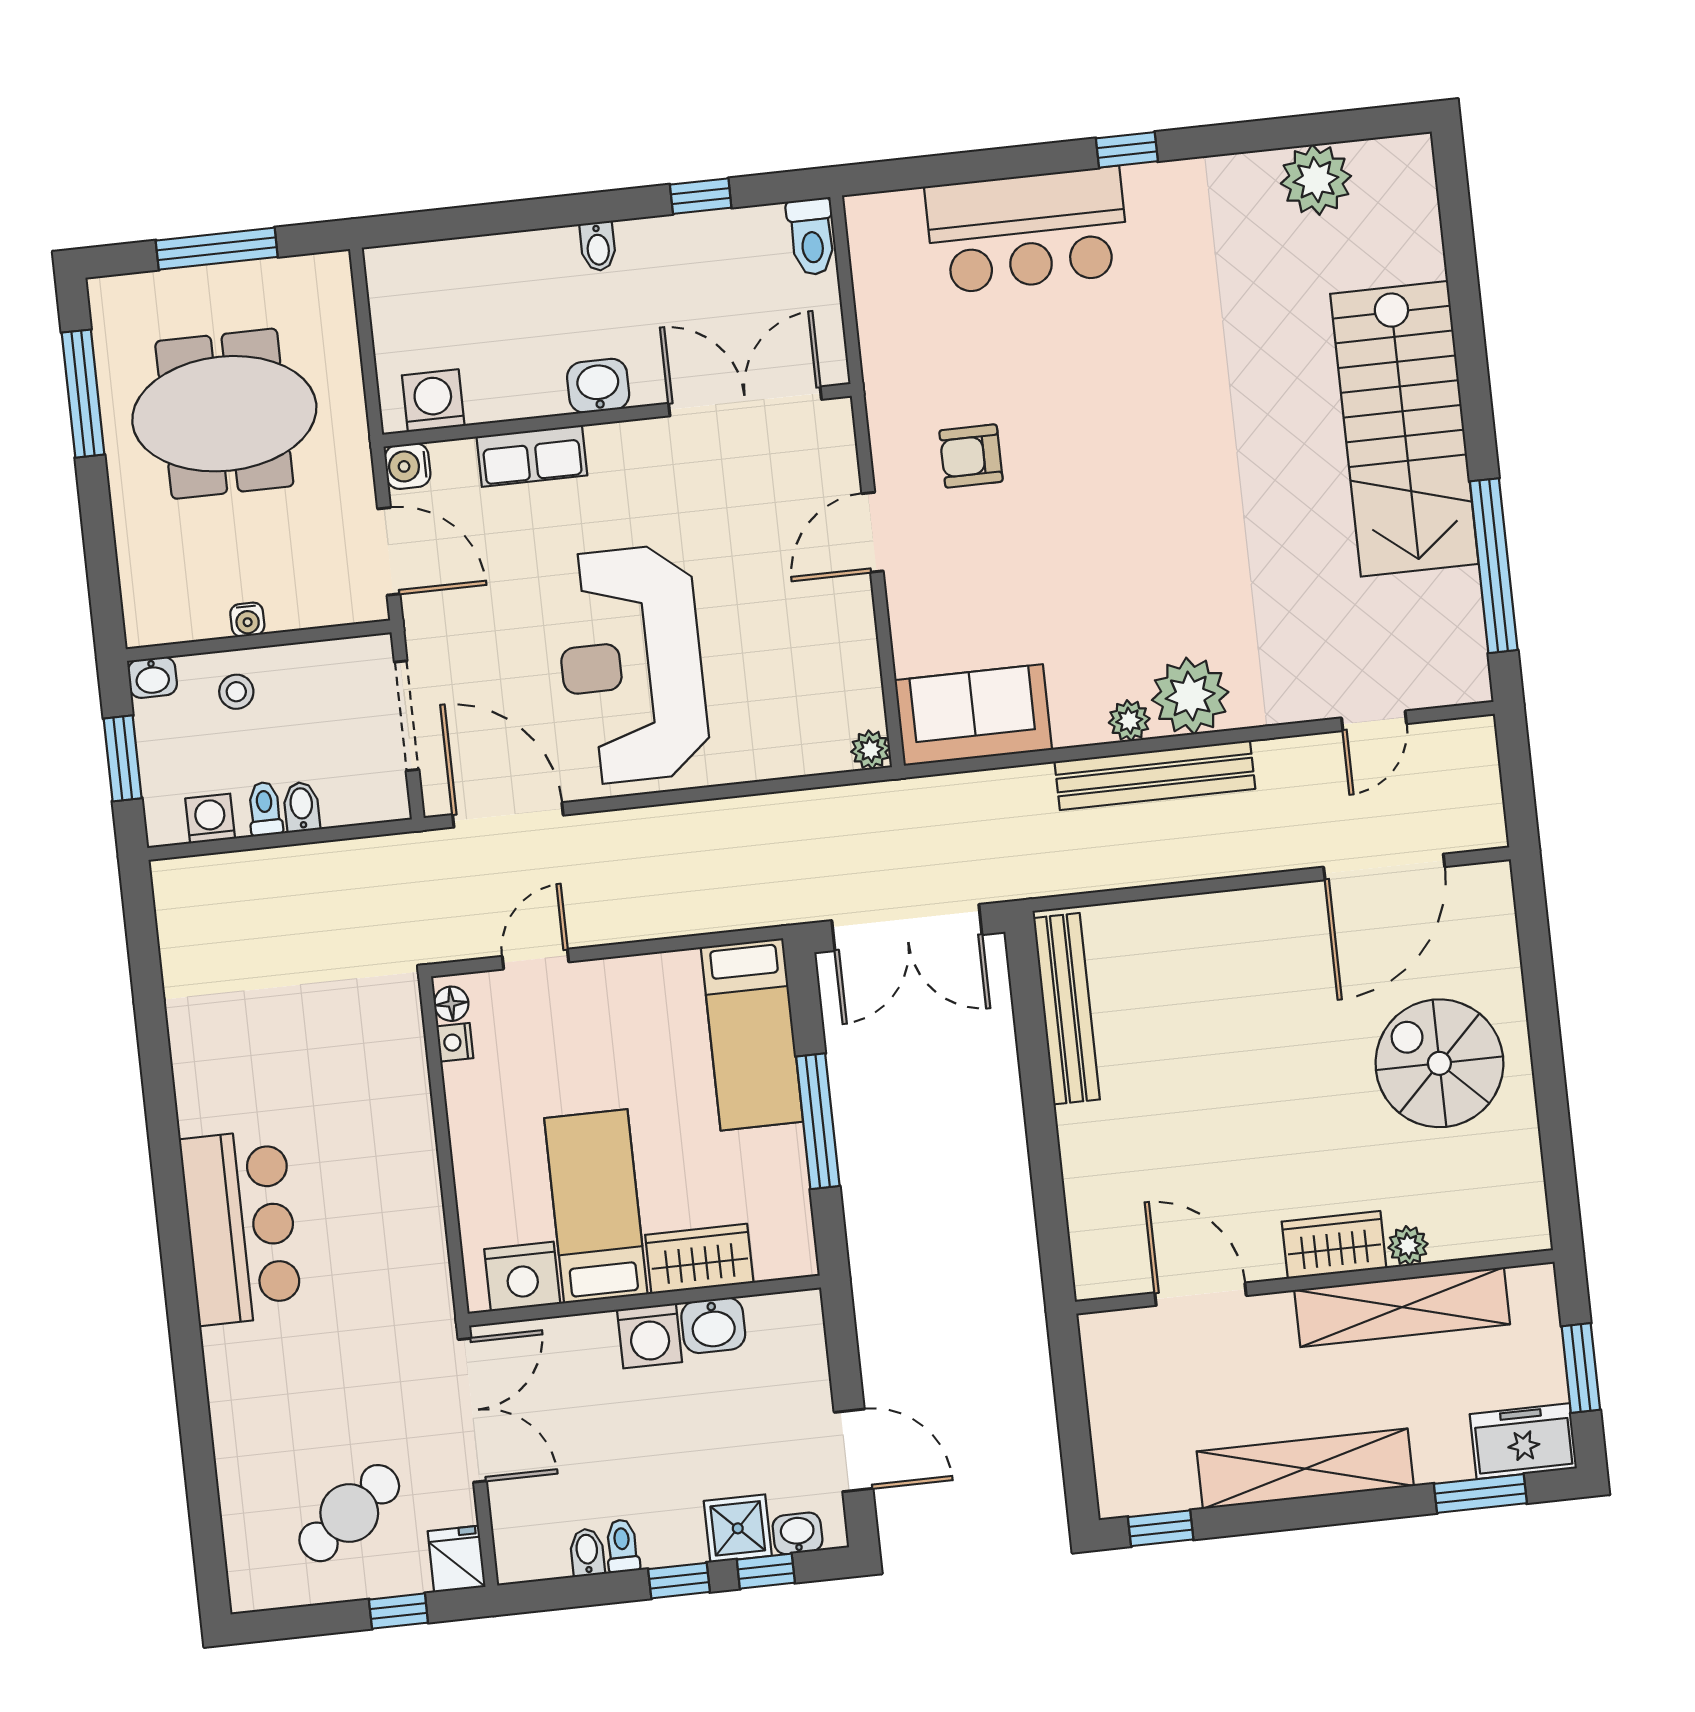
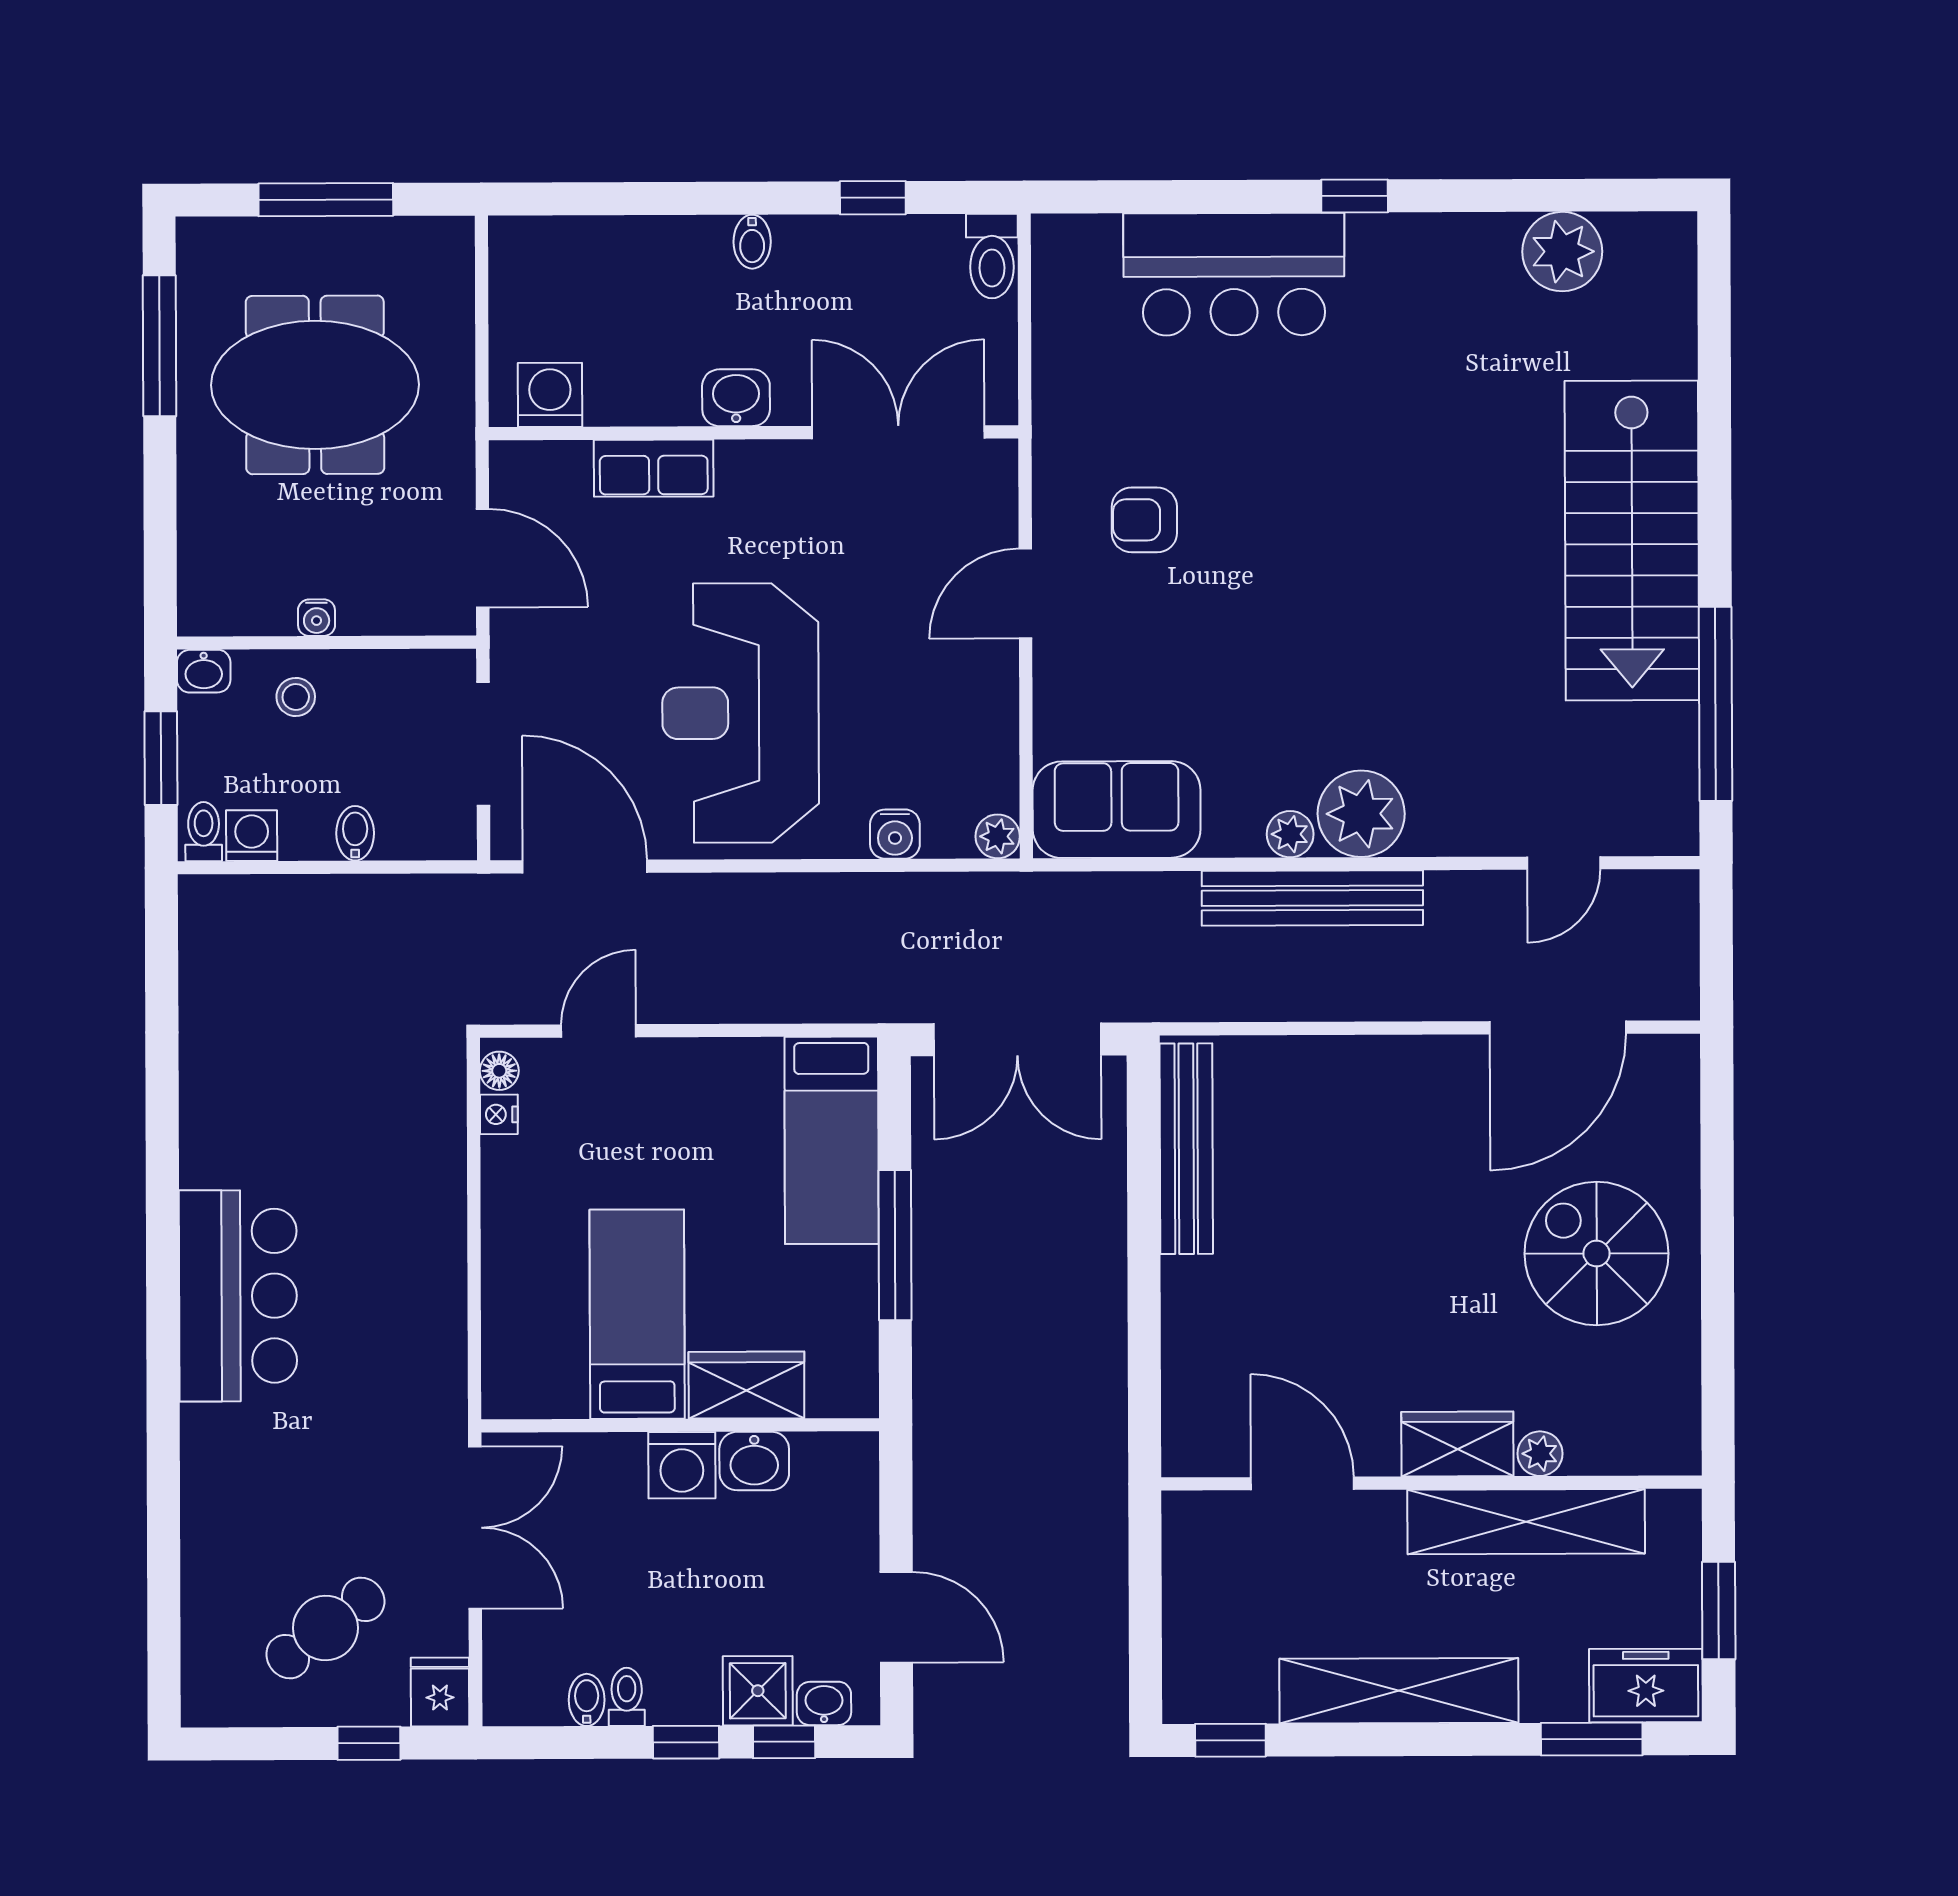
water cooler: (408, 466) -> (895, 834), moved, turned -90
toilet: (265, 809) -> (204, 832), moved
nightstand: (522, 1277) -> (547, 1384), removed

